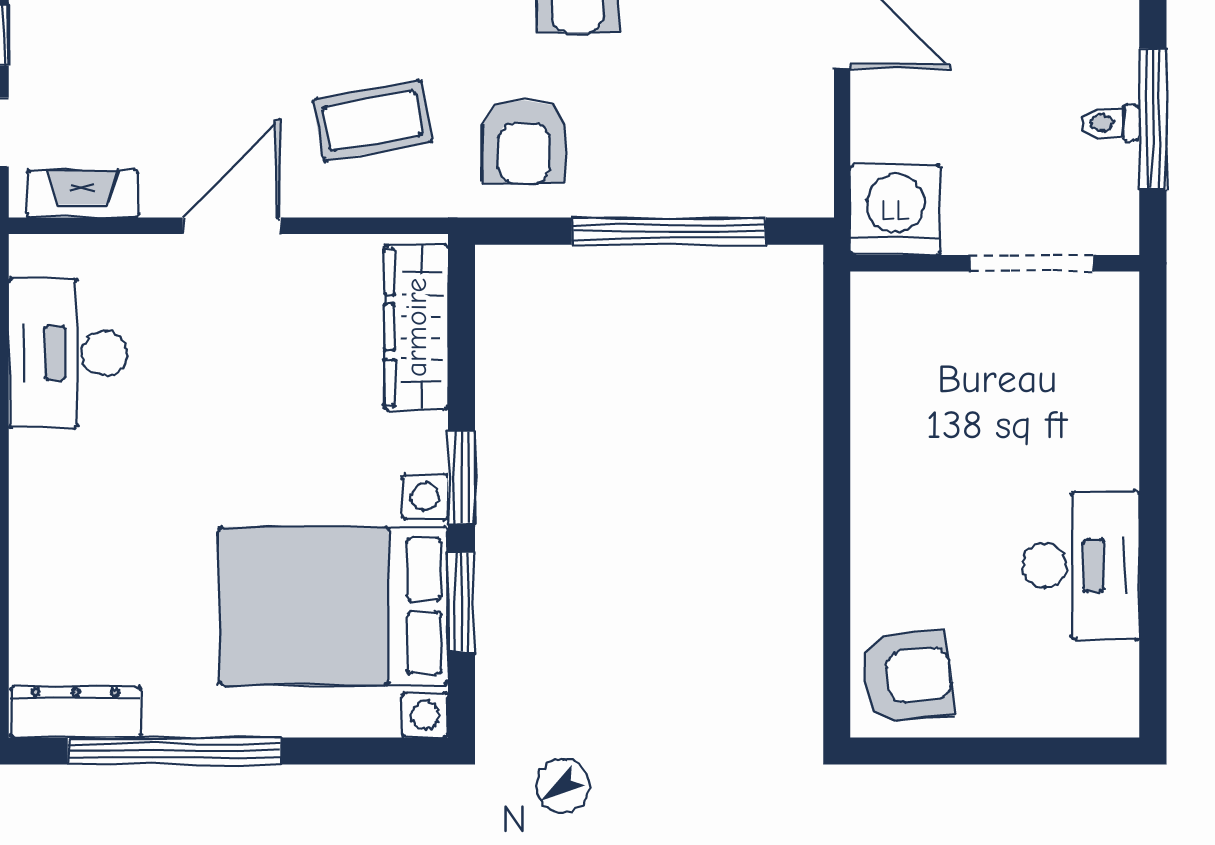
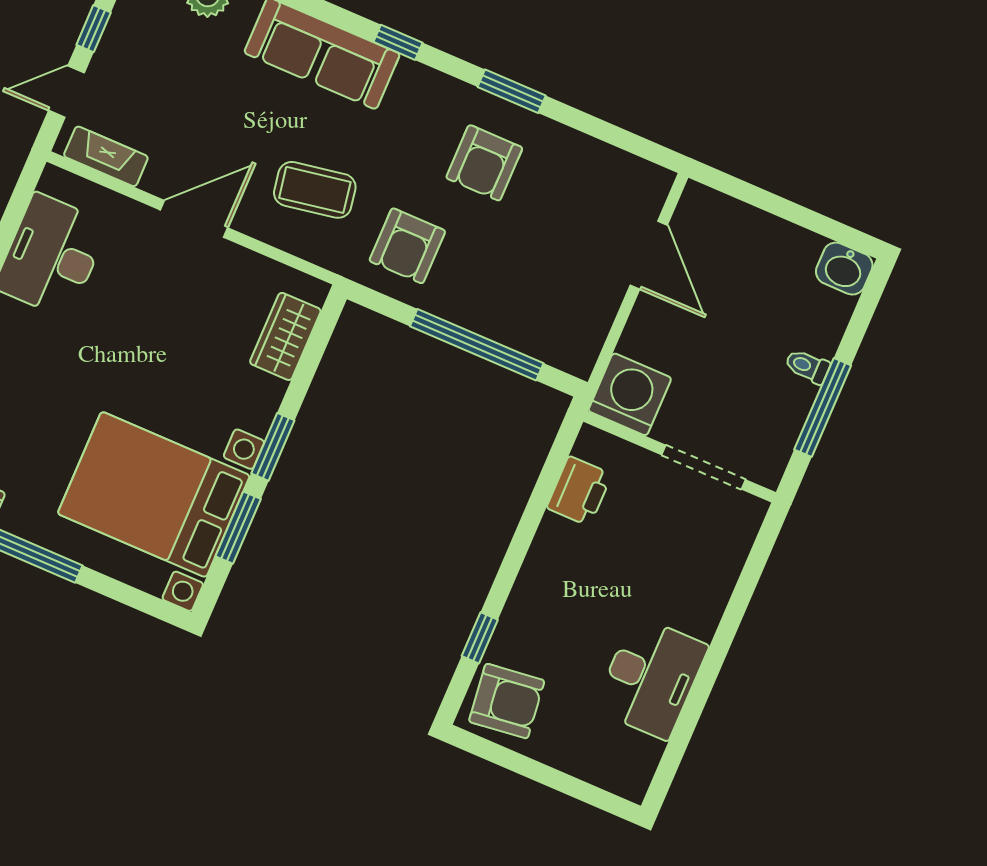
toilet: (1110, 123) -> (807, 366), moved
wardrobe: (416, 327) -> (285, 336), width x0.67
printer: (884, 364) -> (579, 491), added
window: (837, 610) -> (480, 638), added

